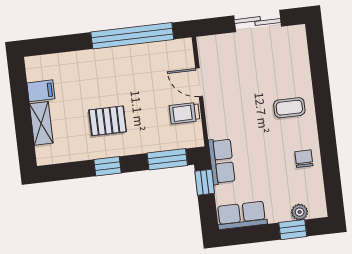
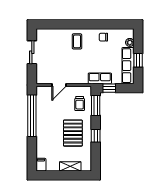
filing cabinet: (41, 91) -> (41, 165), moved
trolley: (184, 113) -> (80, 104), moved
pallet: (108, 121) -> (73, 133), width x1.50, depth x1.42
row of seats: (242, 215) -> (128, 66), width x1.48
window: (293, 230) -> (138, 60), moved

